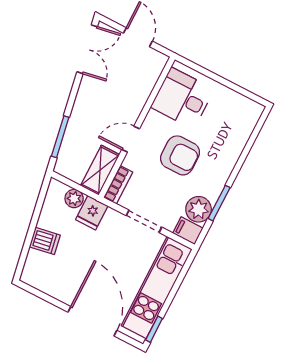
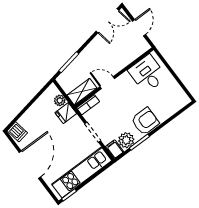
armchair: (180, 155) -> (145, 121), moved, turned -90
dishwasher: (45, 241) -> (17, 132), moved
door: (92, 321) -> (30, 165), moved

